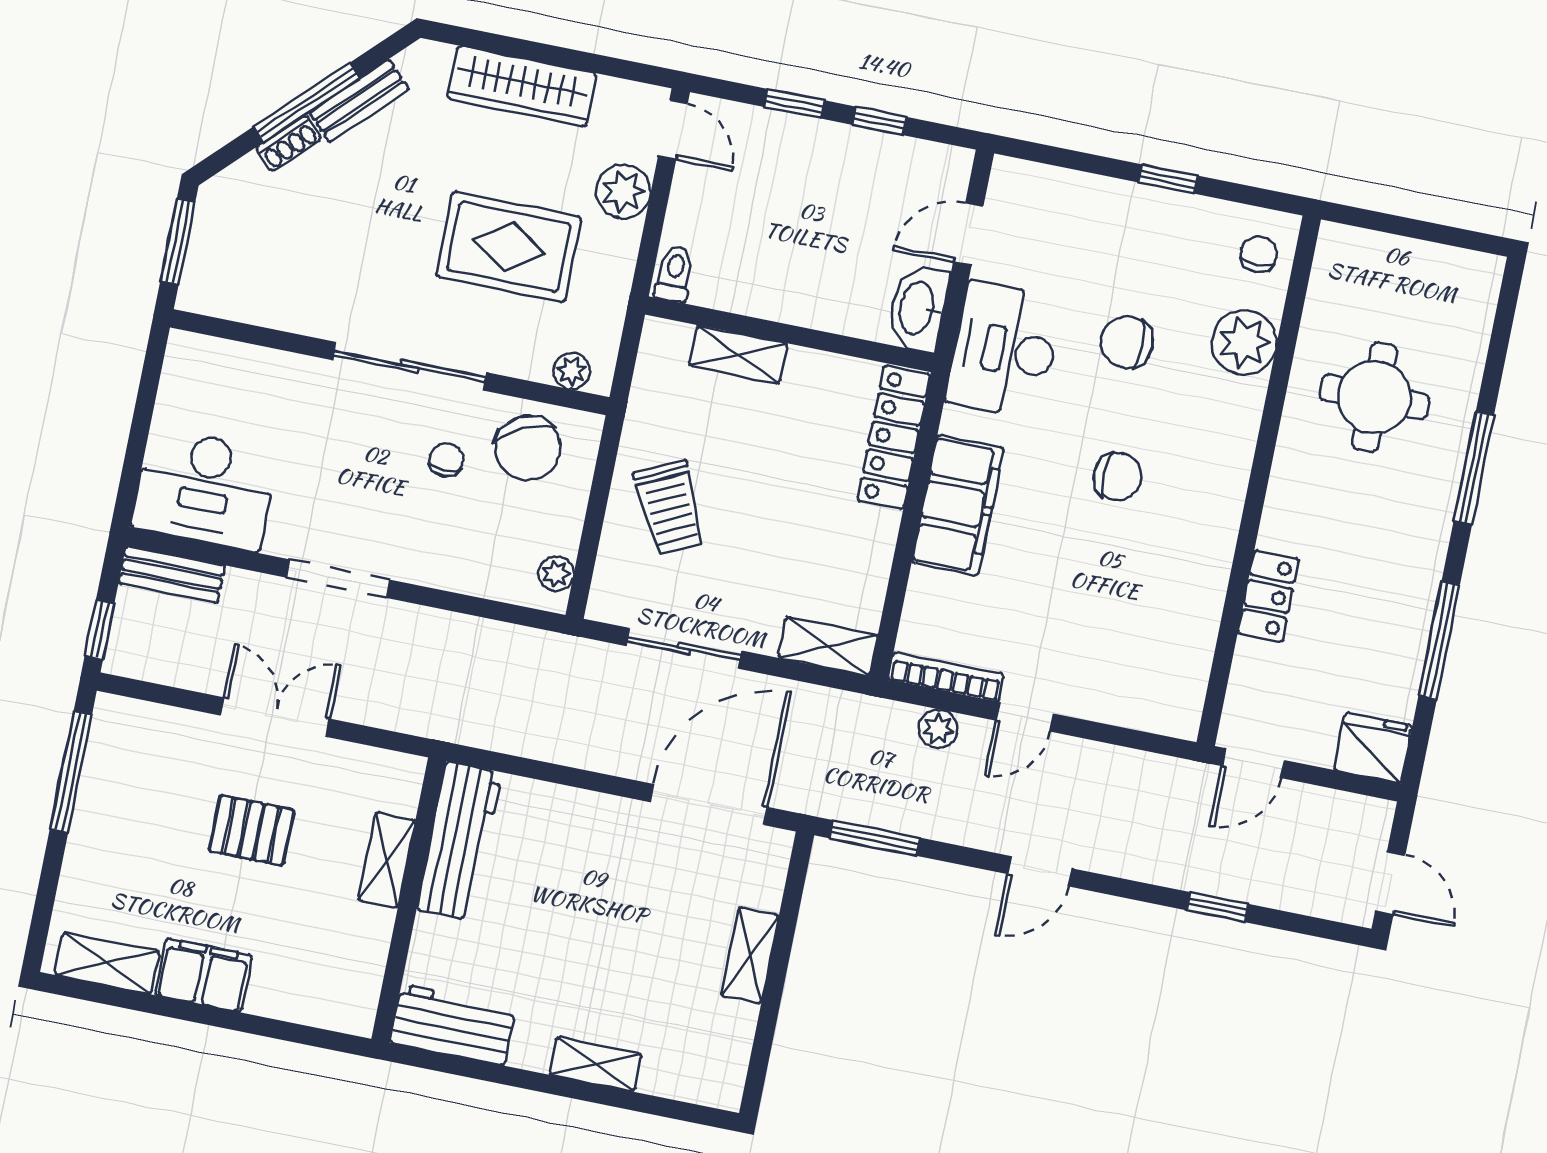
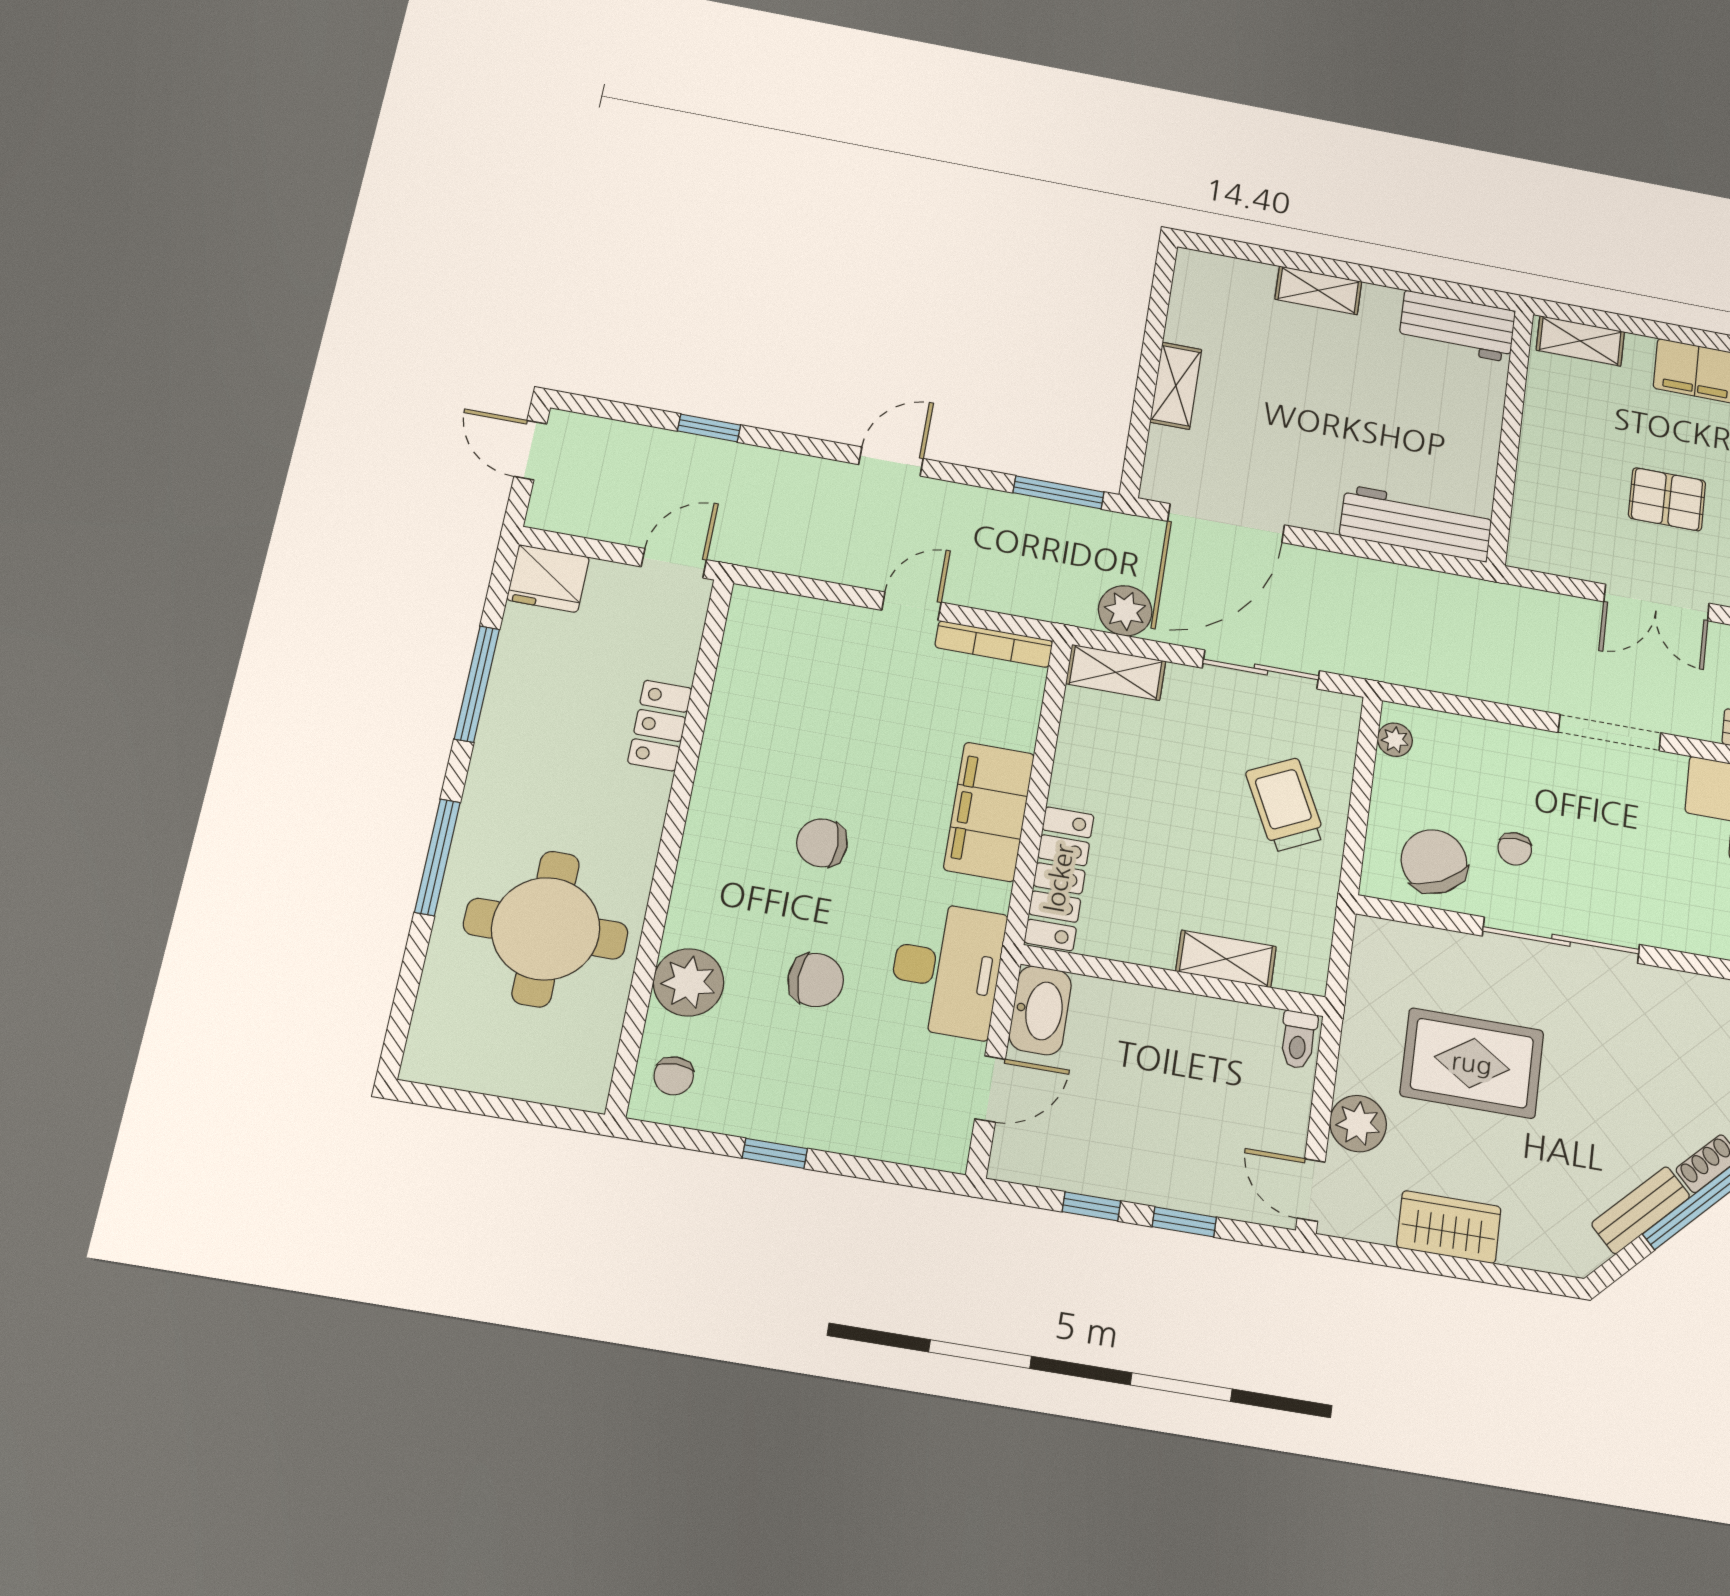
wardrobe: (522, 86) -> (1449, 1227), width x0.67
plant: (572, 371) -> (1396, 939), removed
round table: (1375, 397) -> (546, 929), width x1.36, depth x1.36
plant: (938, 729) -> (1125, 611), moved, width x1.38, depth x1.38
workbench: (459, 841) -> (1416, 523), moved, turned 90
shelving: (387, 860) -> (1580, 341), moved, turned 90

